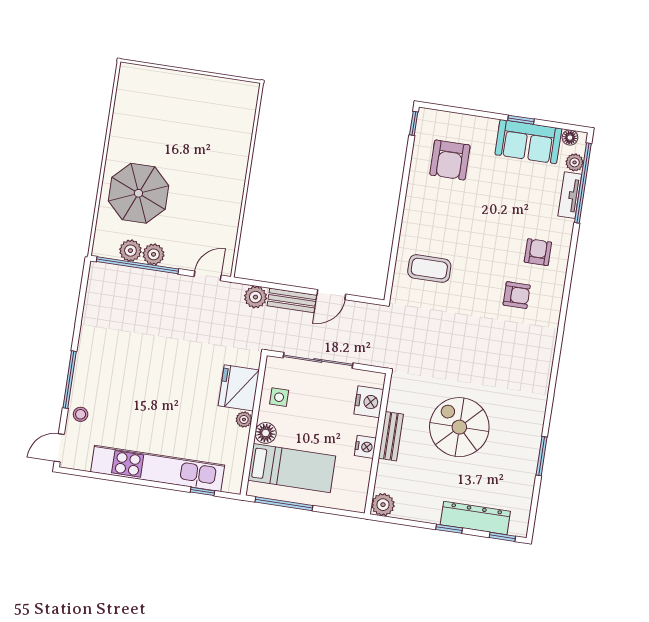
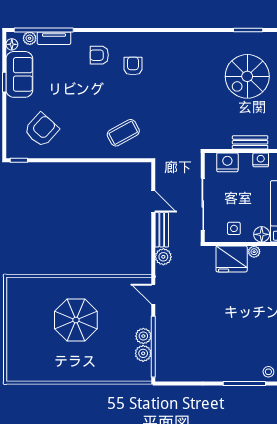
armchair: (450, 160) -> (42, 130), turned -48
parasol: (138, 193) -> (76, 320), moved
coffee table: (429, 269) -> (123, 133), turned 61
spiral stairs: (459, 427) -> (247, 76), moved

